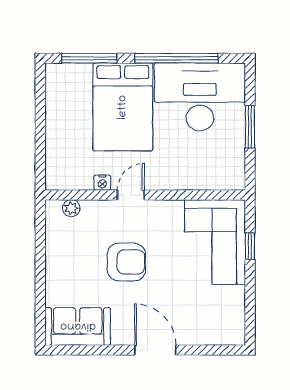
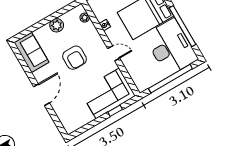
window: (250, 127) -> (170, 79), width x2.11
door: (131, 195) -> (114, 53), moved
plant: (58, 261) -> (57, 25), added

